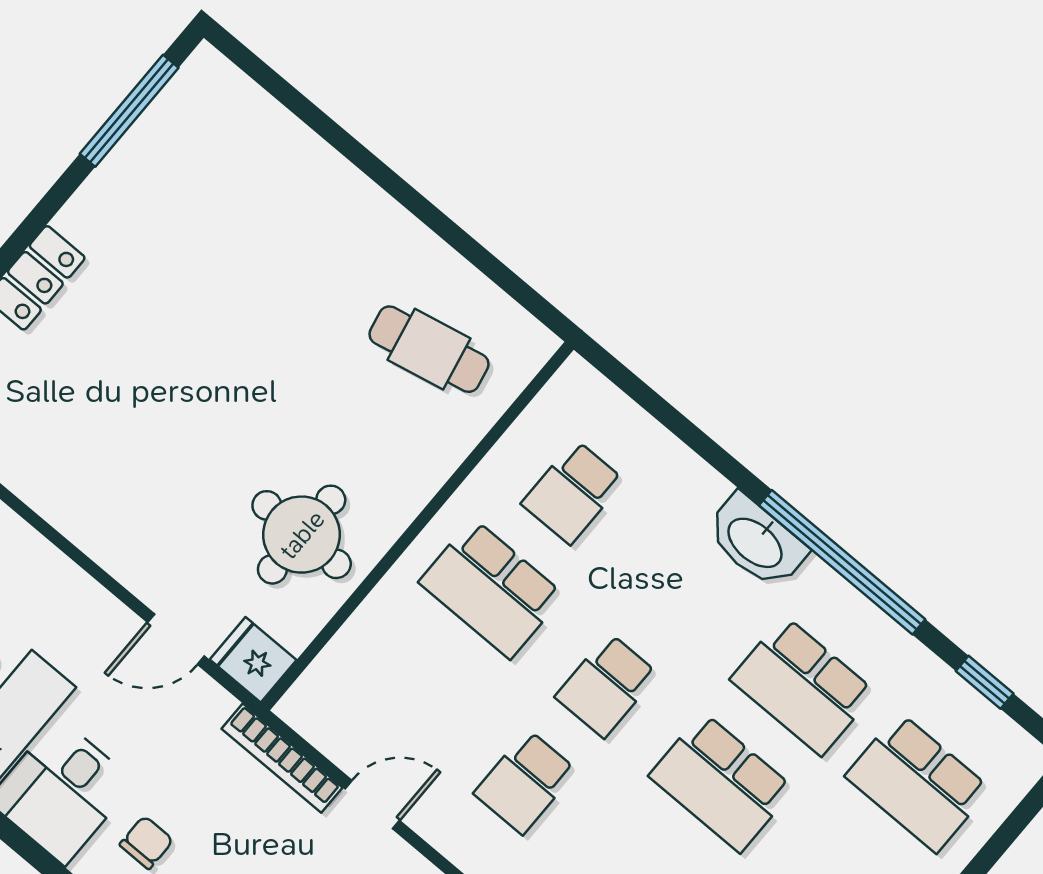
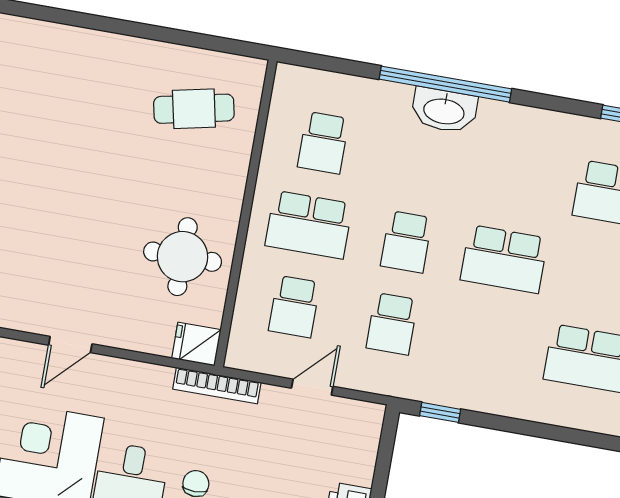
window: (842, 562) -> (445, 84), moved
door: (176, 639) -> (70, 345), moved
school desk: (803, 686) -> (294, 307), moved, width x0.54
bookcase: (282, 758) -> (217, 386), moved

